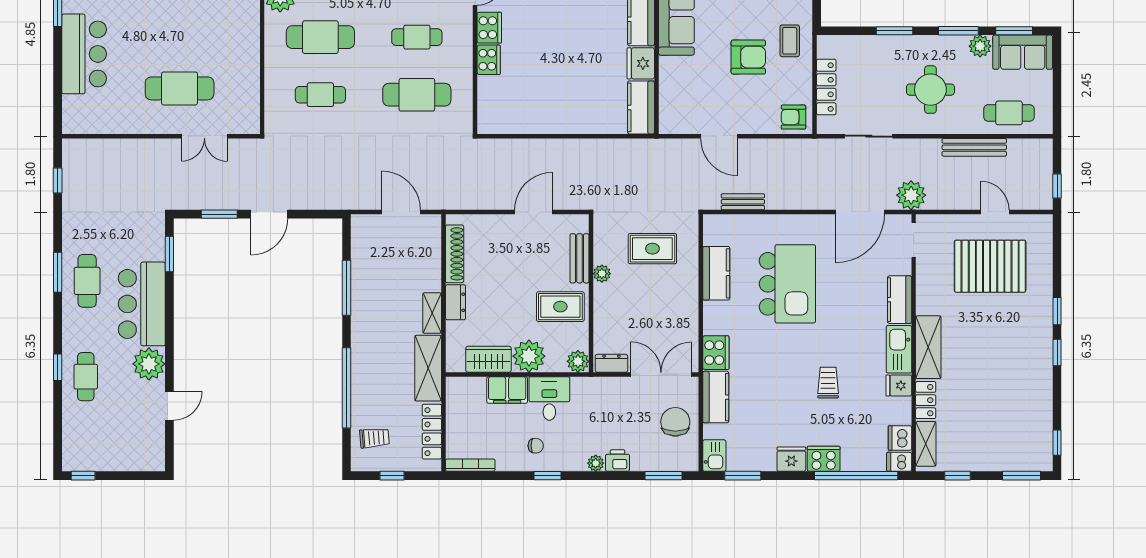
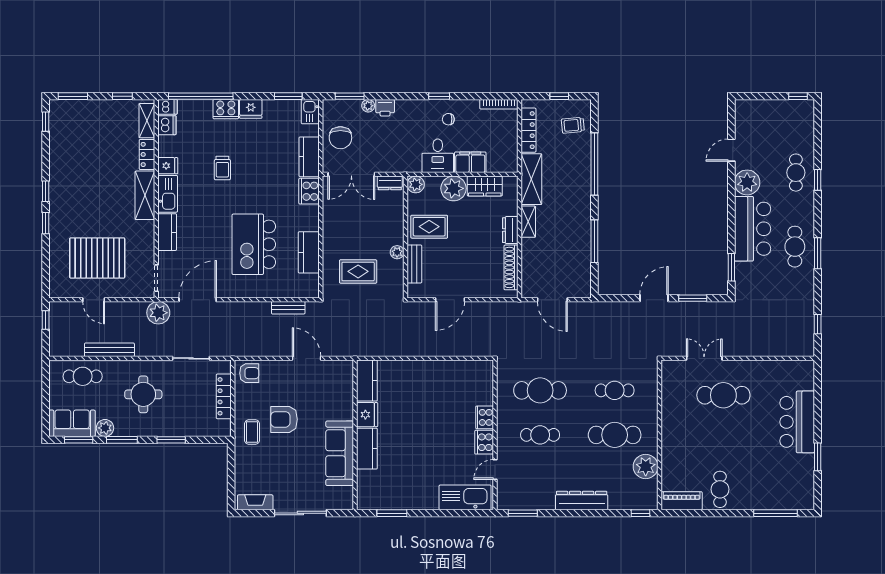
plant: (596, 463) -> (368, 106), moved

